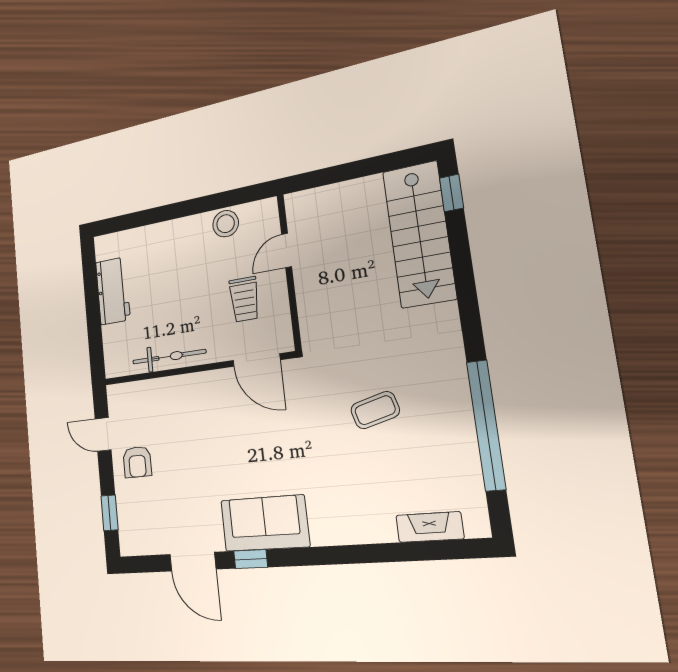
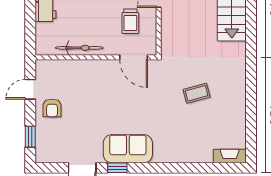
window: (486, 425) -> (251, 107), removed
door: (103, 434) -> (30, 89), hinge flipped
fireplace: (430, 527) -> (230, 156), moved

